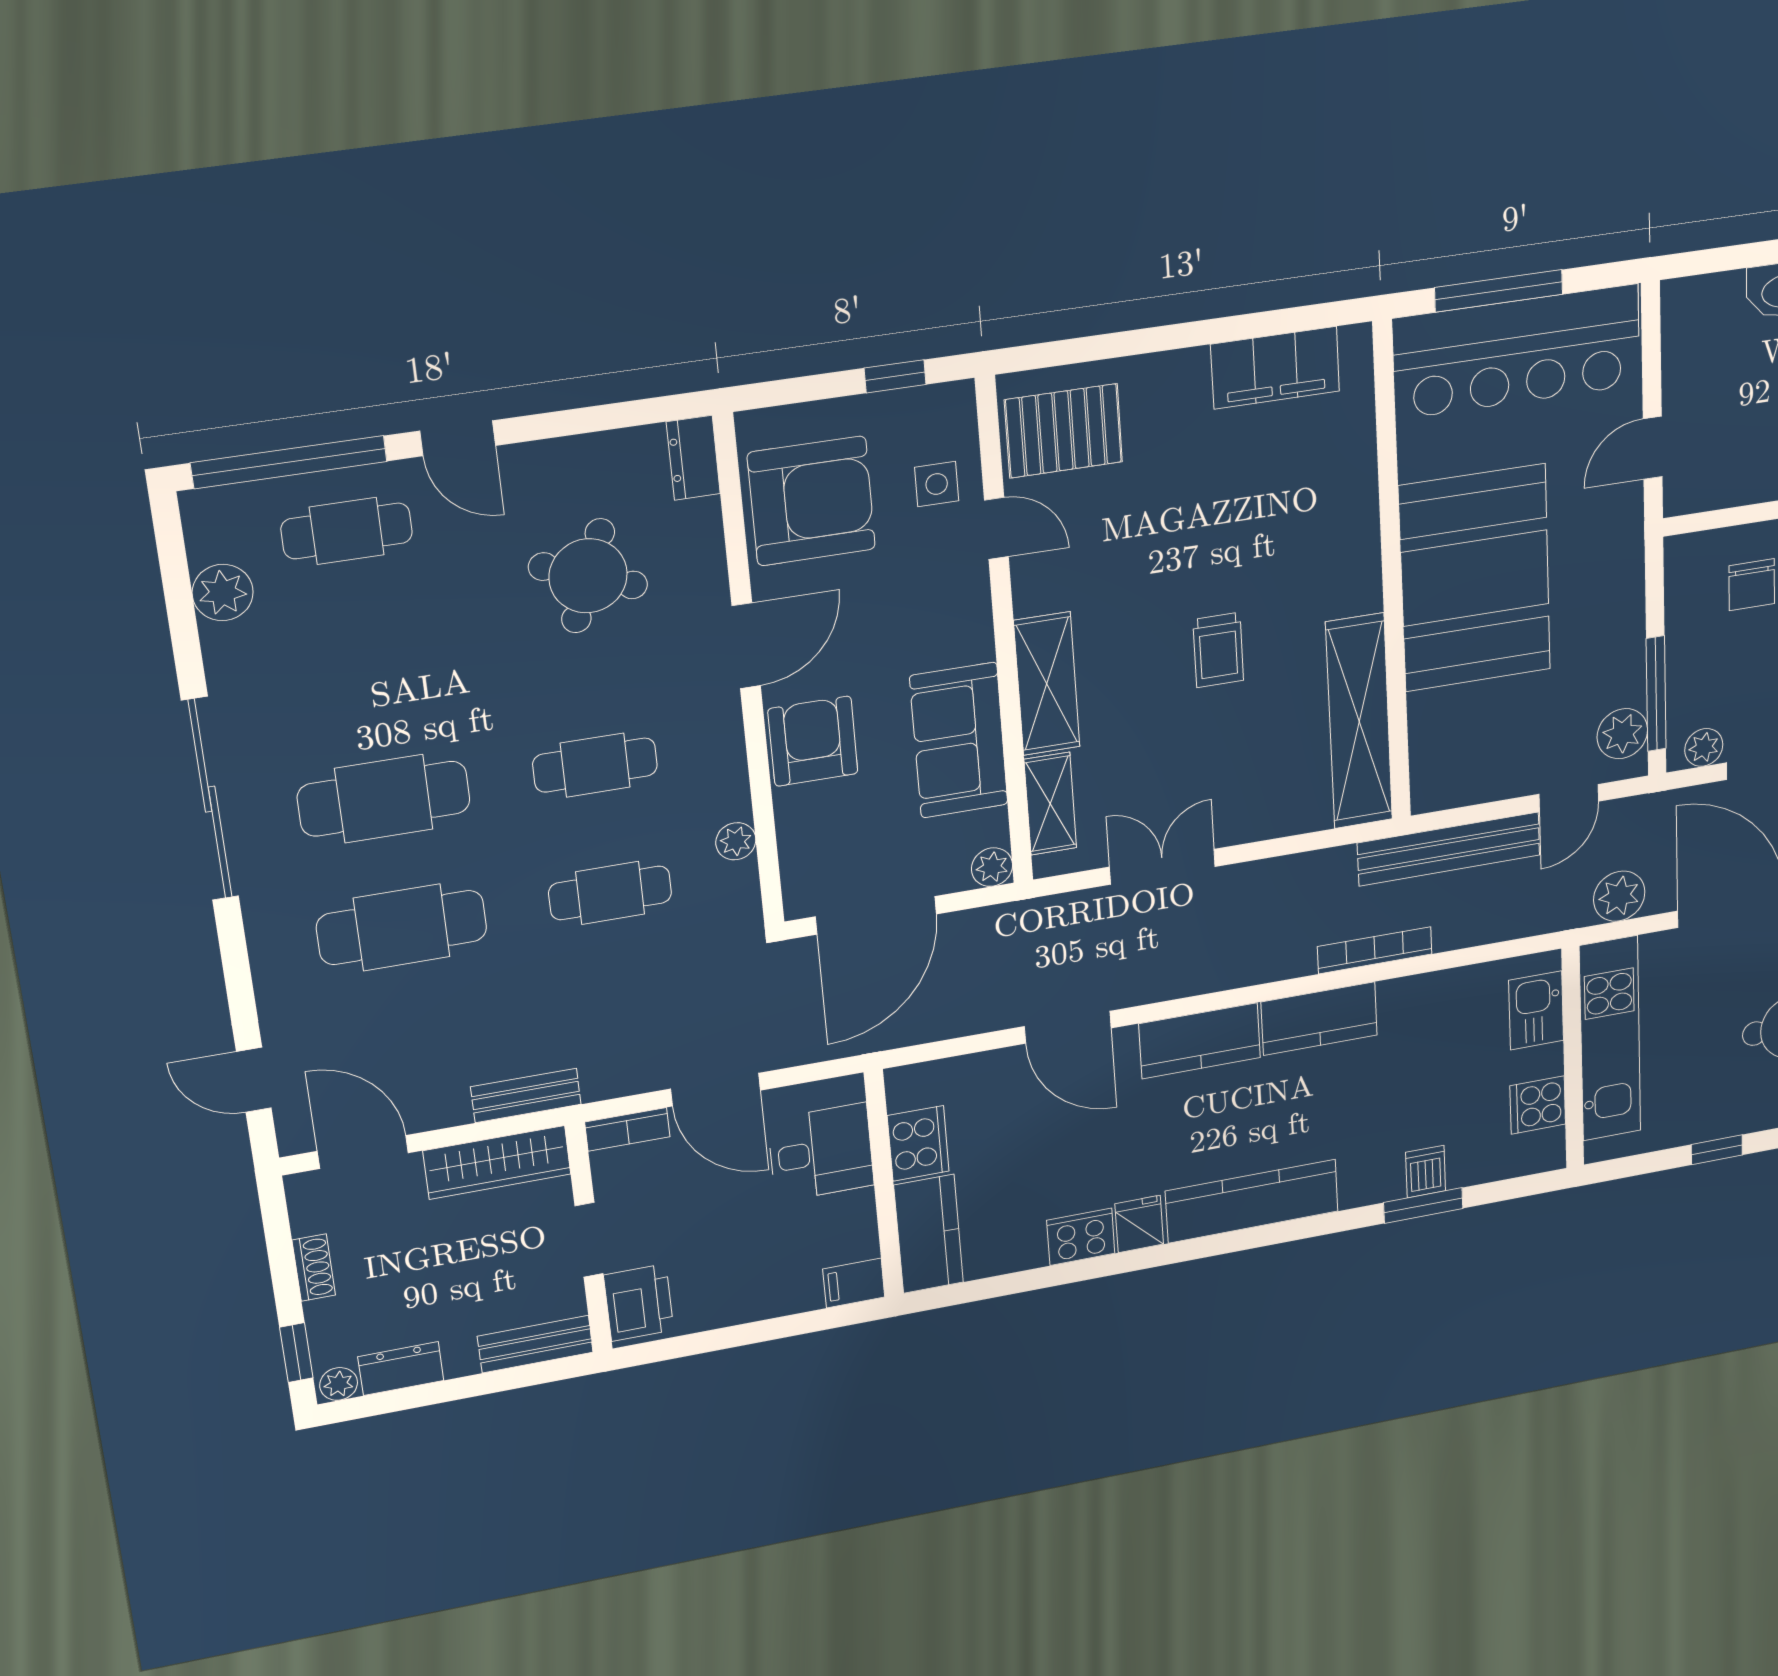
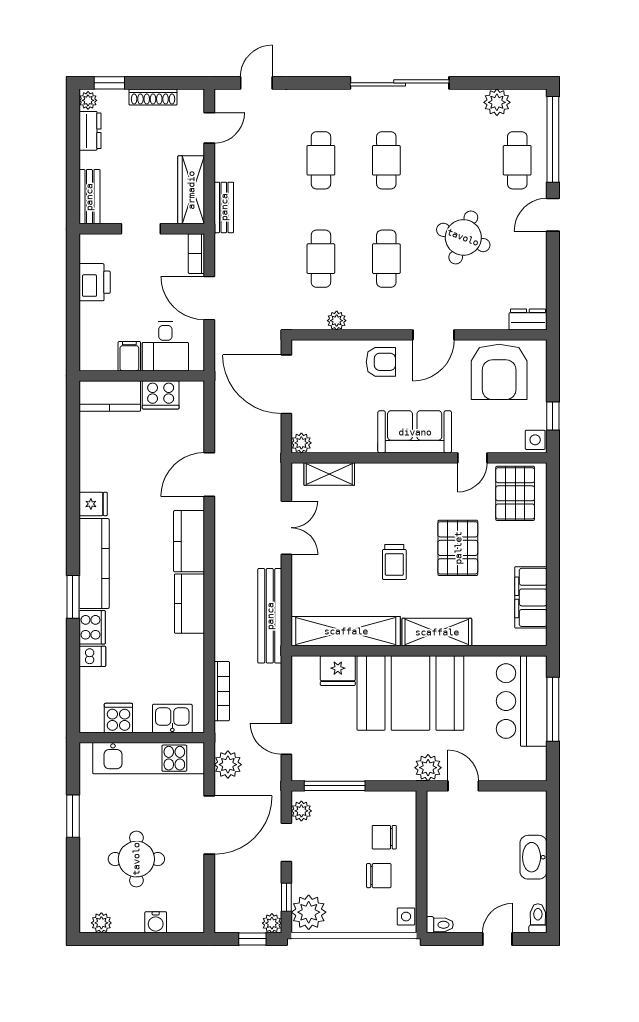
bar counter: (1517, 352) -> (522, 701), width x0.73
side table: (937, 484) -> (535, 440), moved
pallet: (1183, 530) -> (458, 548), added
round table: (588, 576) -> (463, 237), moved
door: (746, 646) -> (434, 335), hinge flipped
trolley: (1218, 650) -> (394, 562), turned -90
shelving: (1047, 684) -> (437, 632), moved
fridge: (1436, 724) -> (338, 671), added
plant: (1622, 734) -> (428, 768), moved
sofa: (959, 740) -> (415, 432), moved
armchair: (813, 741) -> (381, 362), width x0.72, depth x0.72
cafe table: (384, 799) -> (386, 160), width x0.73, depth x0.74
bench: (1449, 849) -> (270, 616), moved
cafe table: (402, 928) -> (321, 160), width x0.73, depth x0.74
bookcase: (1375, 950) -> (222, 691), moved
door: (716, 1090) -> (209, 298), hinge flipped
window: (1717, 1150) -> (73, 816), width x1.50
door: (363, 1152) -> (209, 128), width x0.73
window: (1423, 1205) -> (73, 597), moved
cooker: (1081, 1237) -> (92, 627), moved
shoe rack: (314, 1268) -> (153, 97), width x1.43
filing cabinet: (854, 1283) -> (129, 356), moved
printer: (639, 1303) -> (95, 282), moved, turned -90

